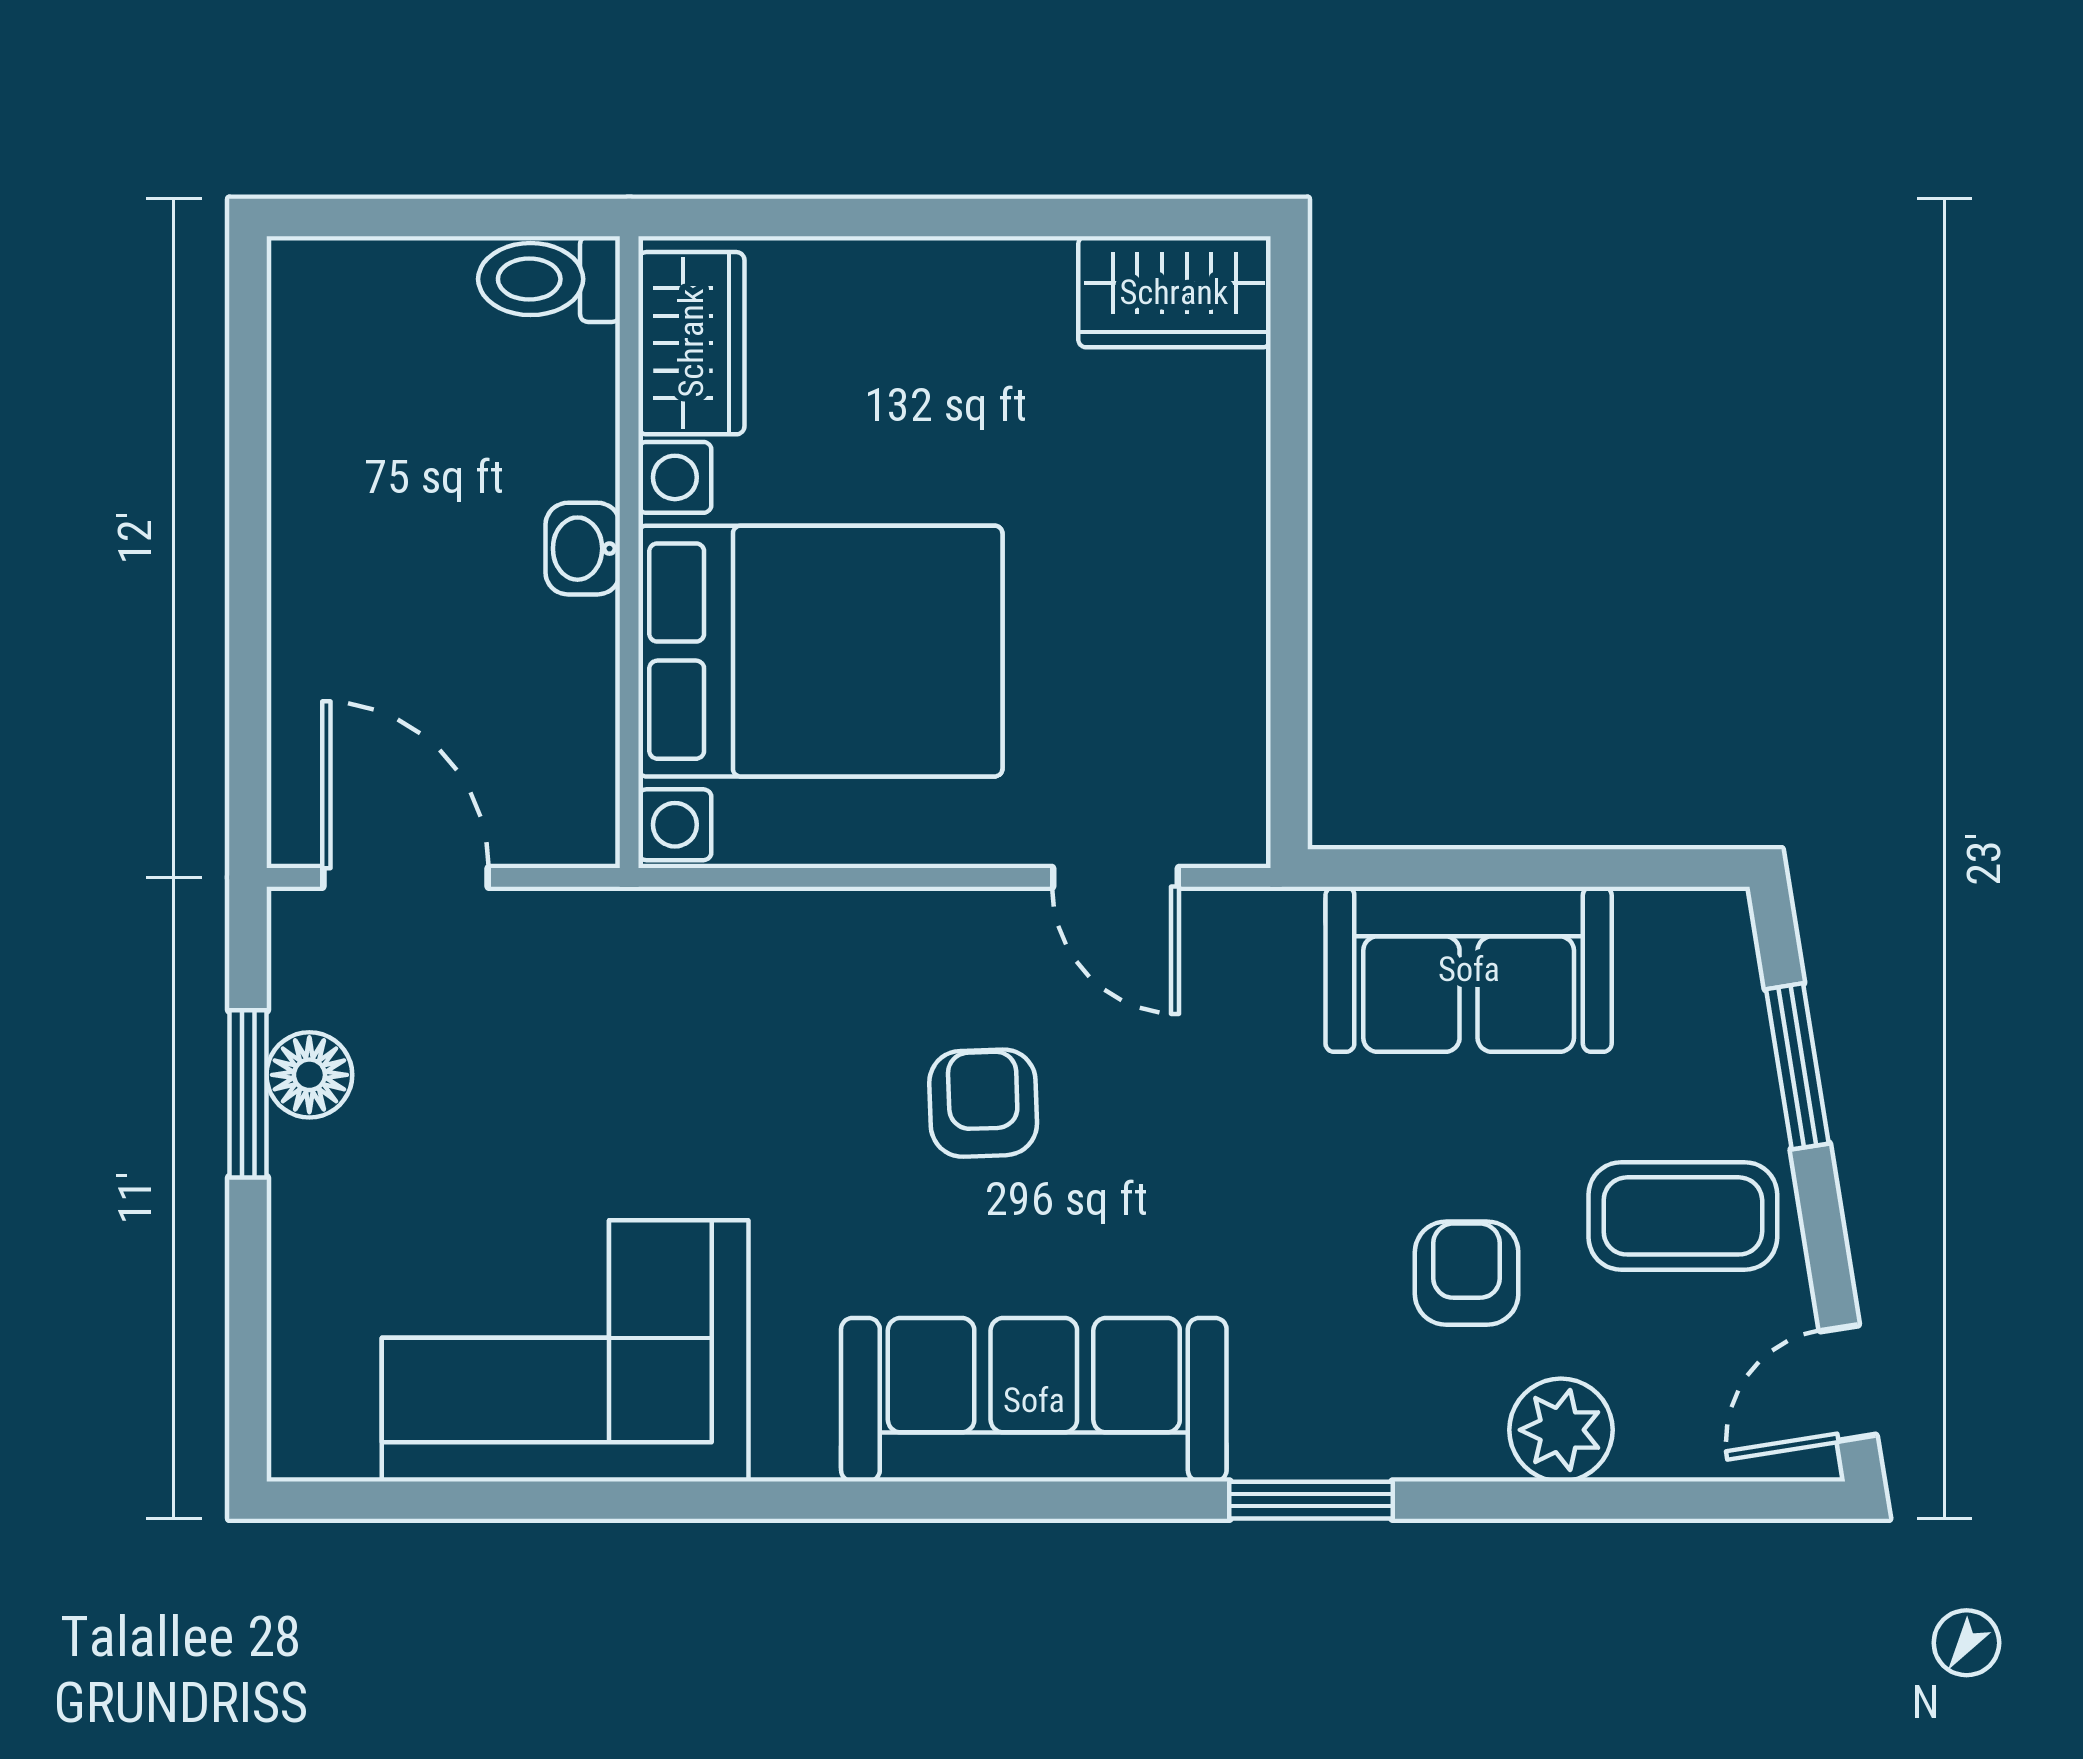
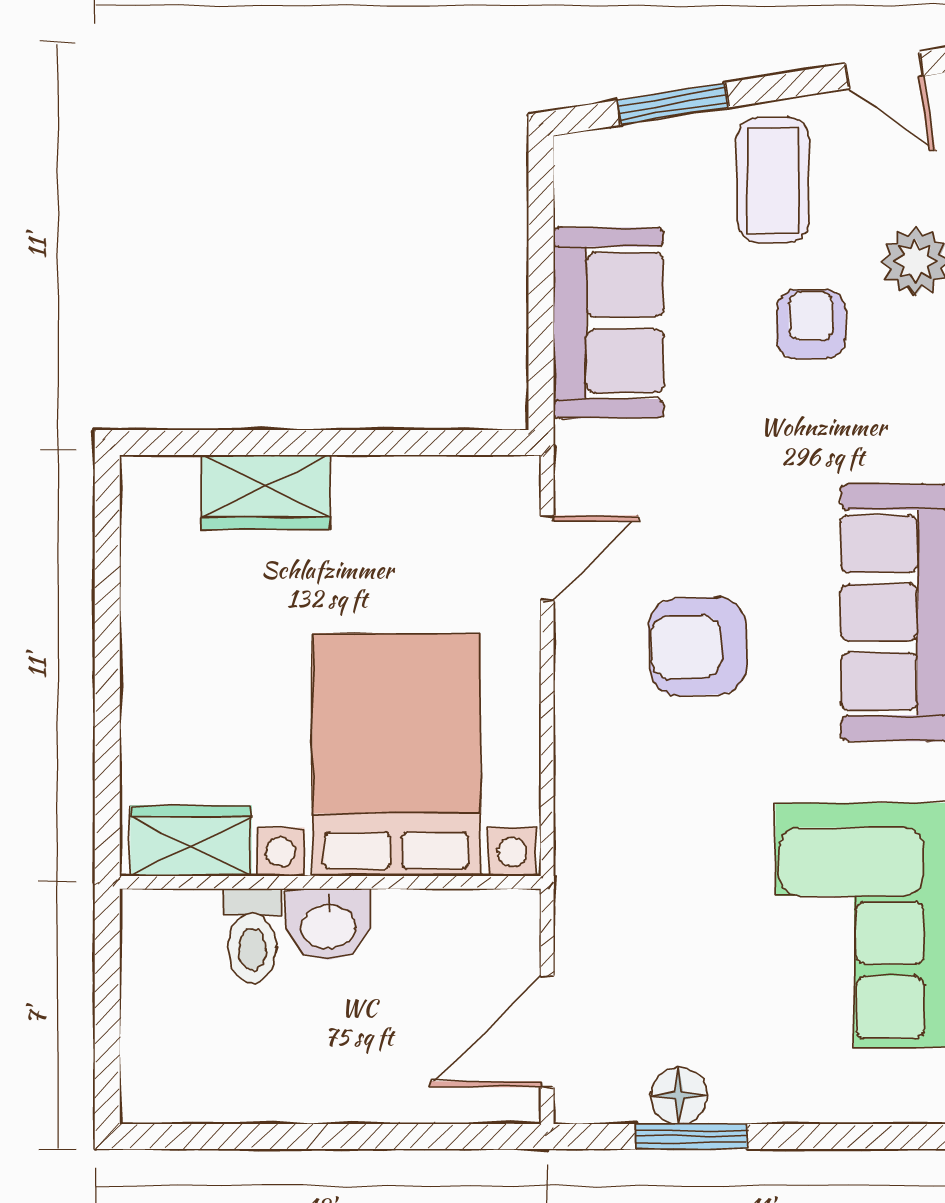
toilet: (549, 279) -> (252, 936), moved
wardrobe: (1174, 292) -> (266, 492), moved, turned 90
washbasin: (583, 549) -> (328, 924), width x1.38, depth x1.45
armchair: (983, 1103) -> (698, 646), width x1.38, depth x1.38
armchair: (1467, 1273) -> (811, 324), turned 90

